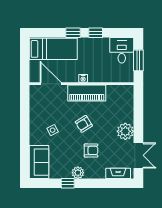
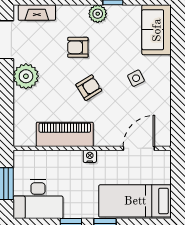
desk: (122, 50) -> (38, 199), width x1.37
door: (51, 84) -> (139, 148), swing flipped
piano: (87, 93) -> (65, 134), moved

